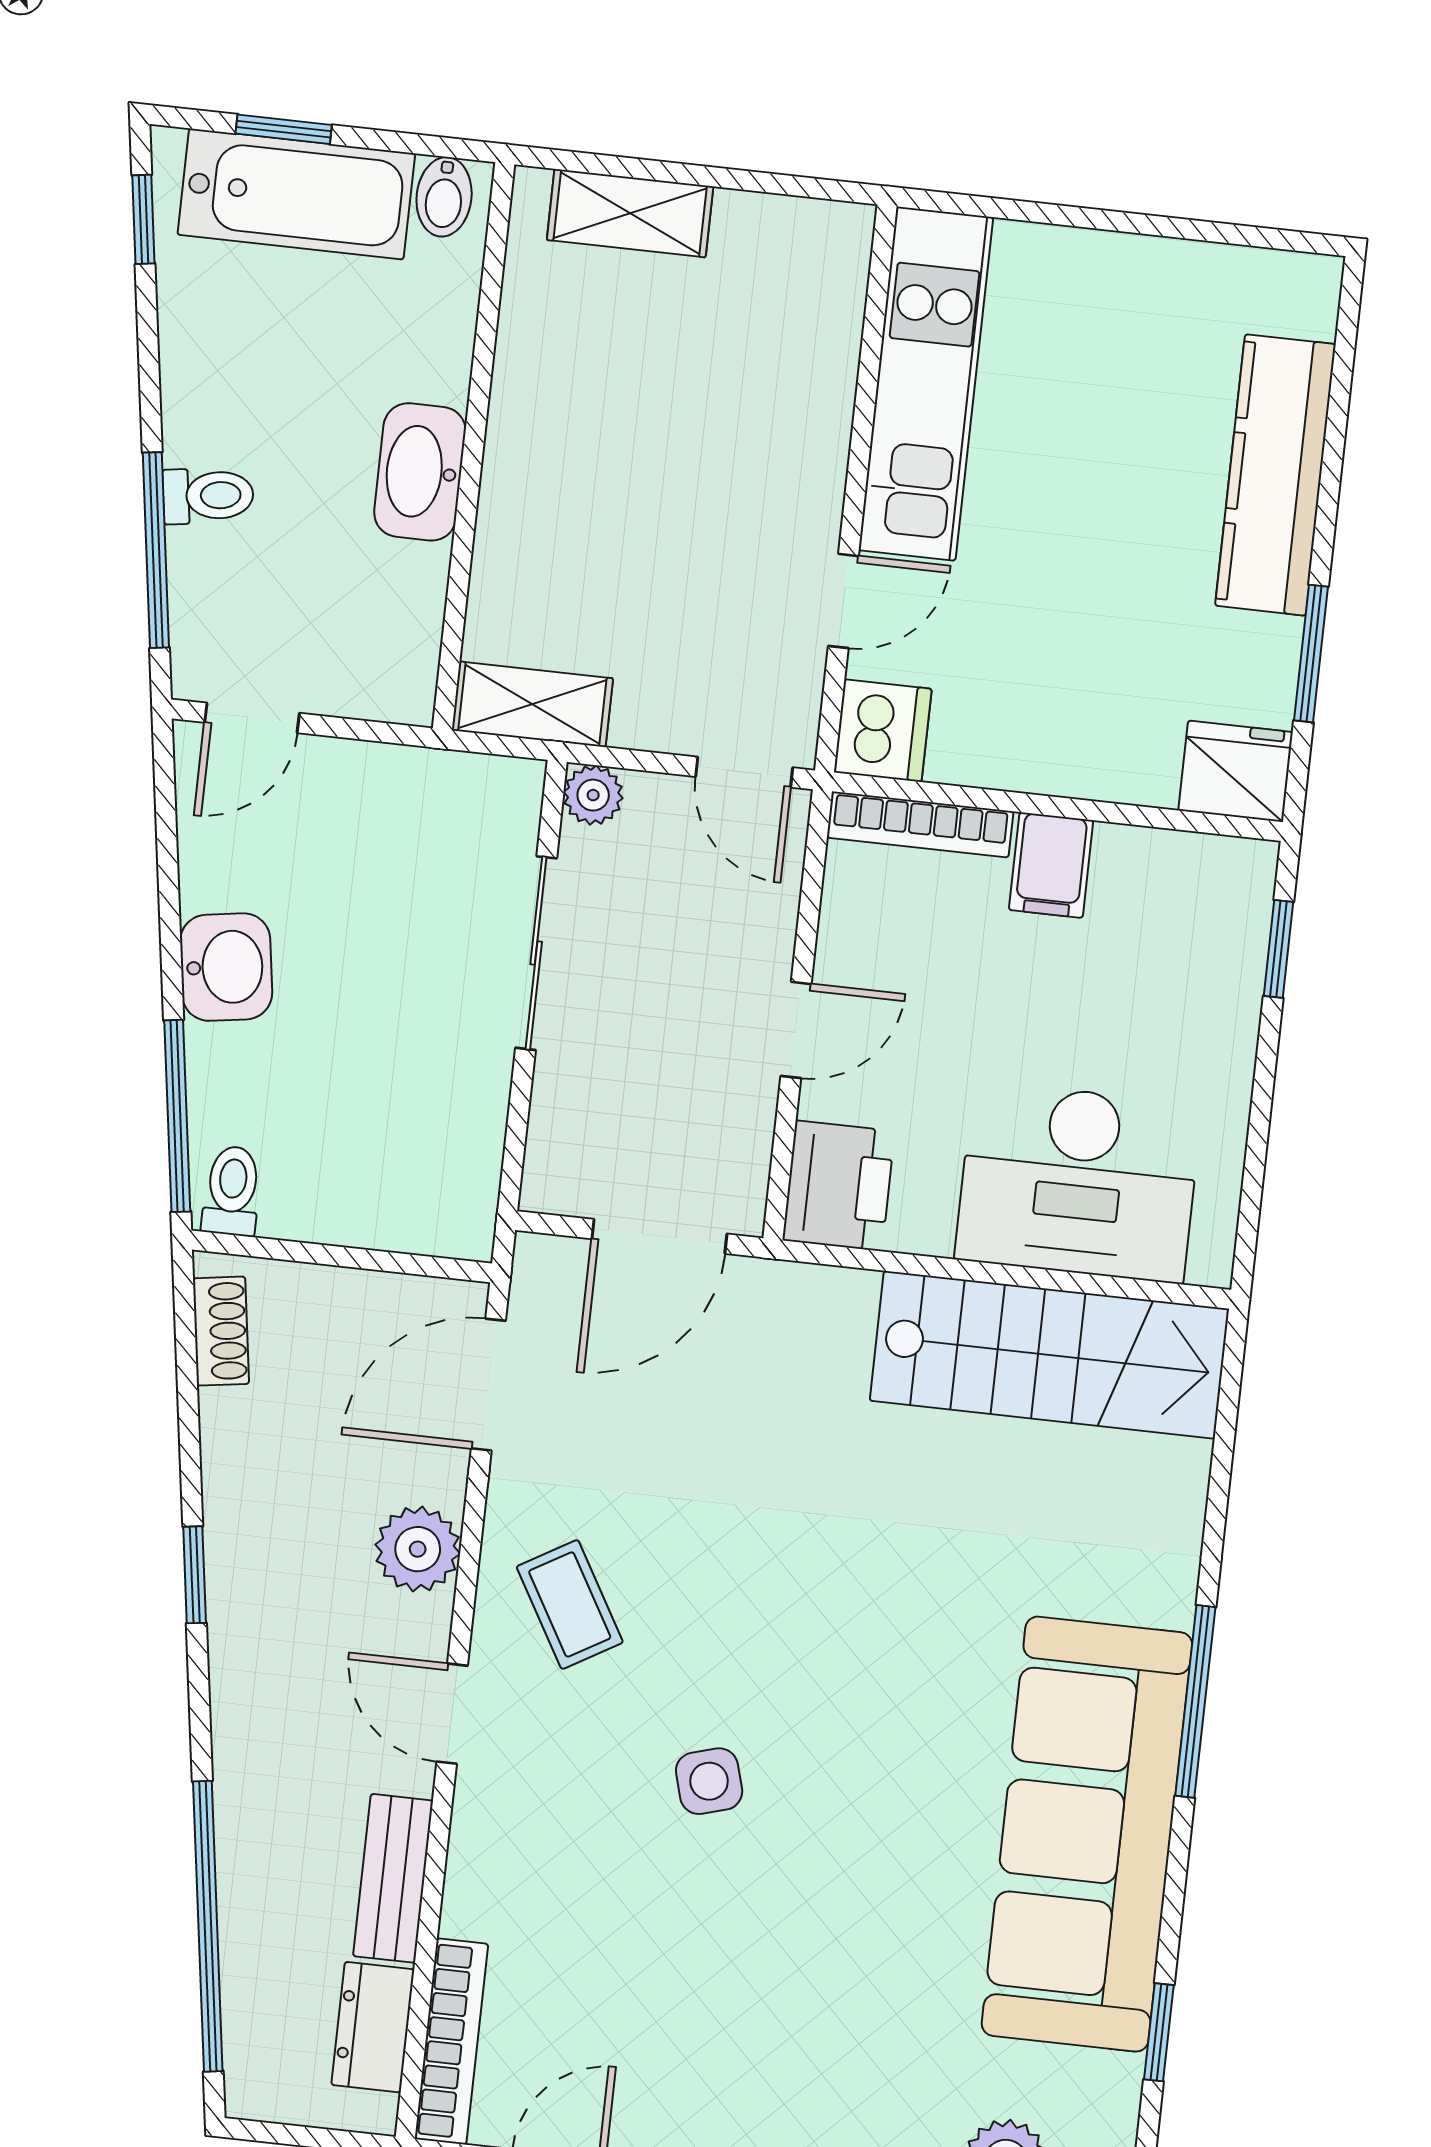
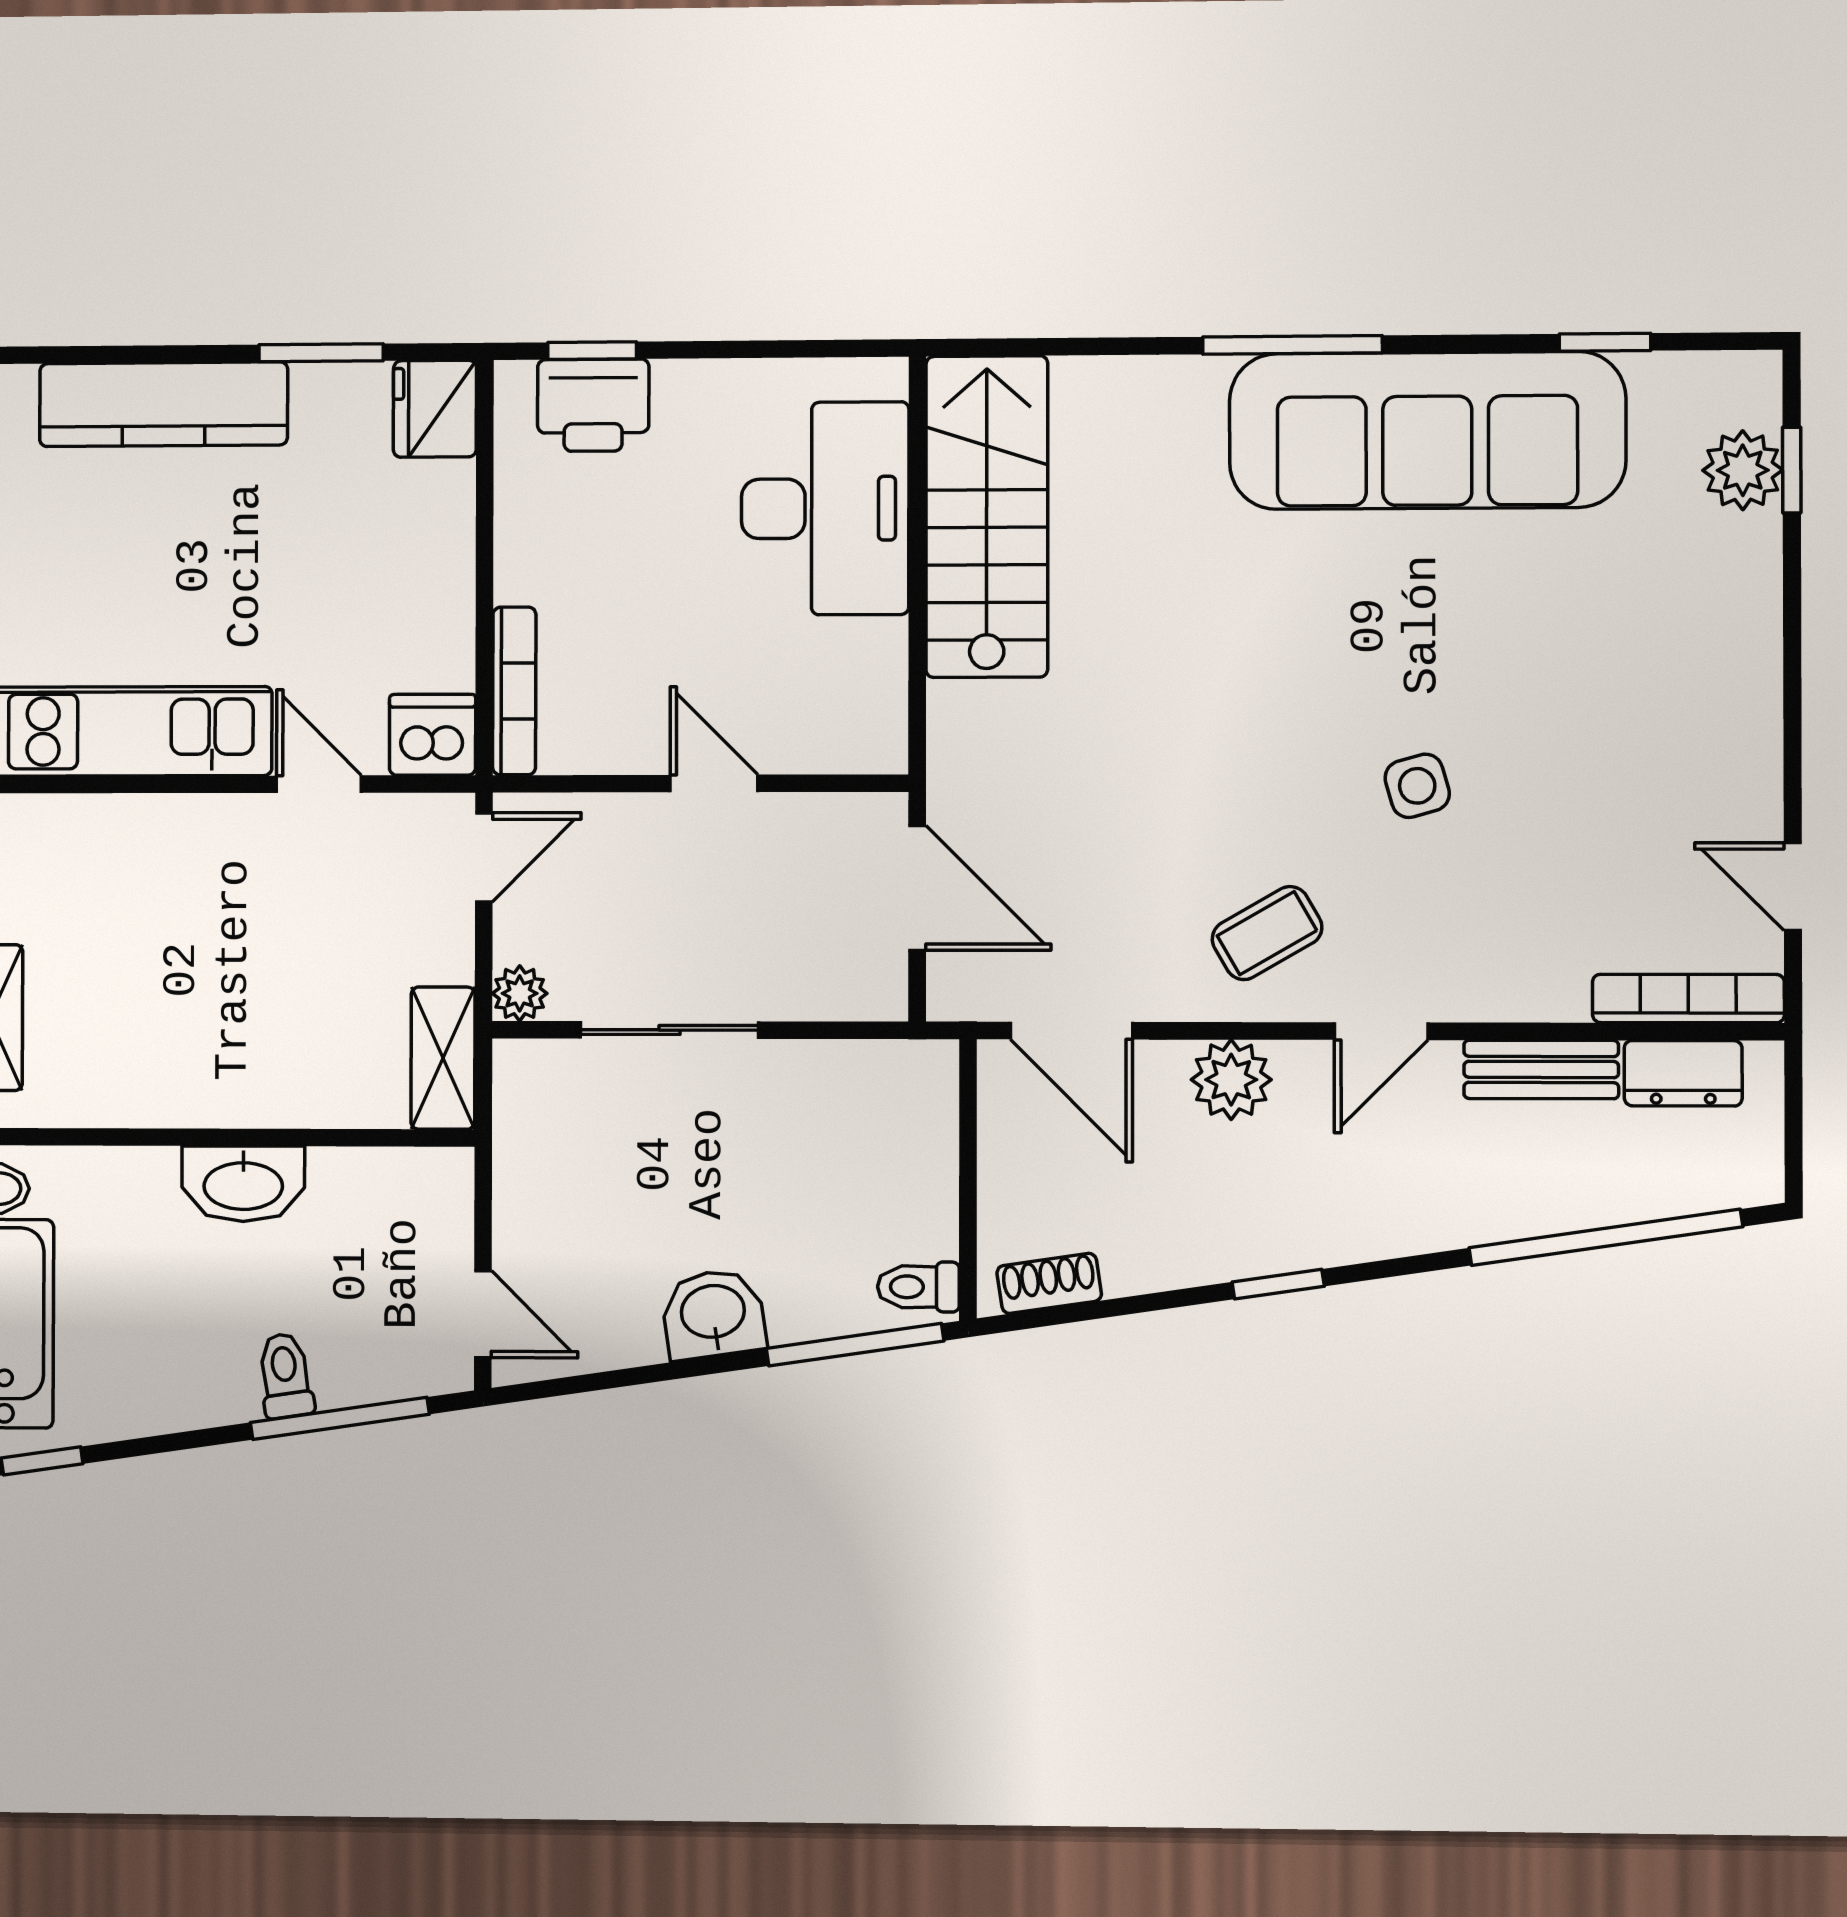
filing cabinet: (1051, 865) -> (538, 567), removed
printer: (839, 1186) -> (593, 405), moved, turned 180

